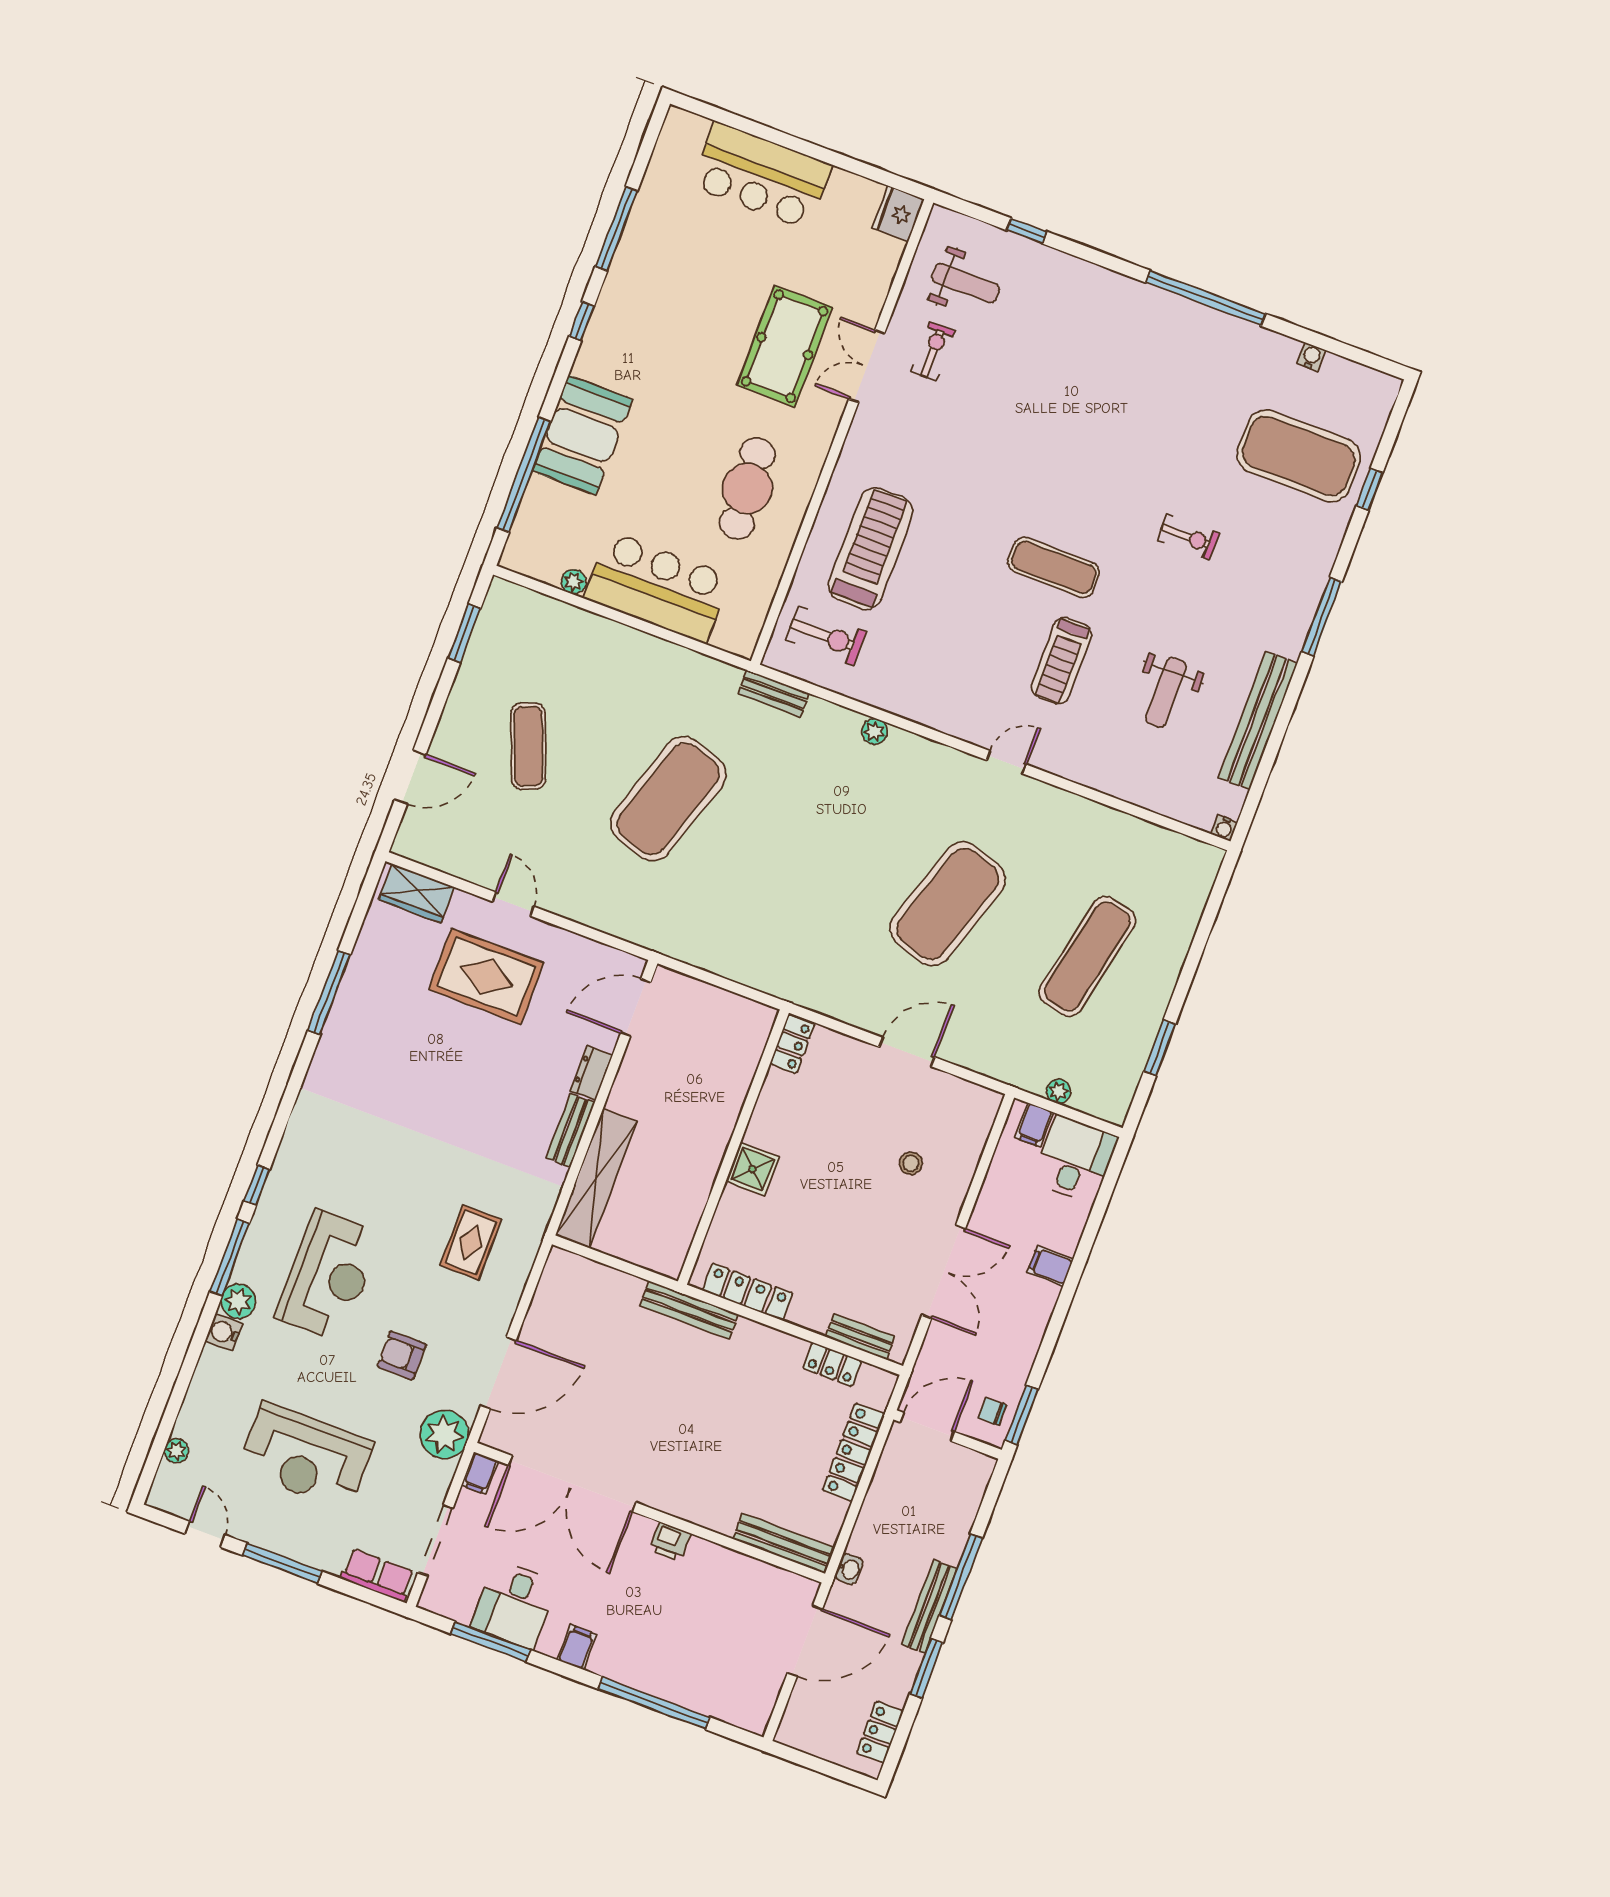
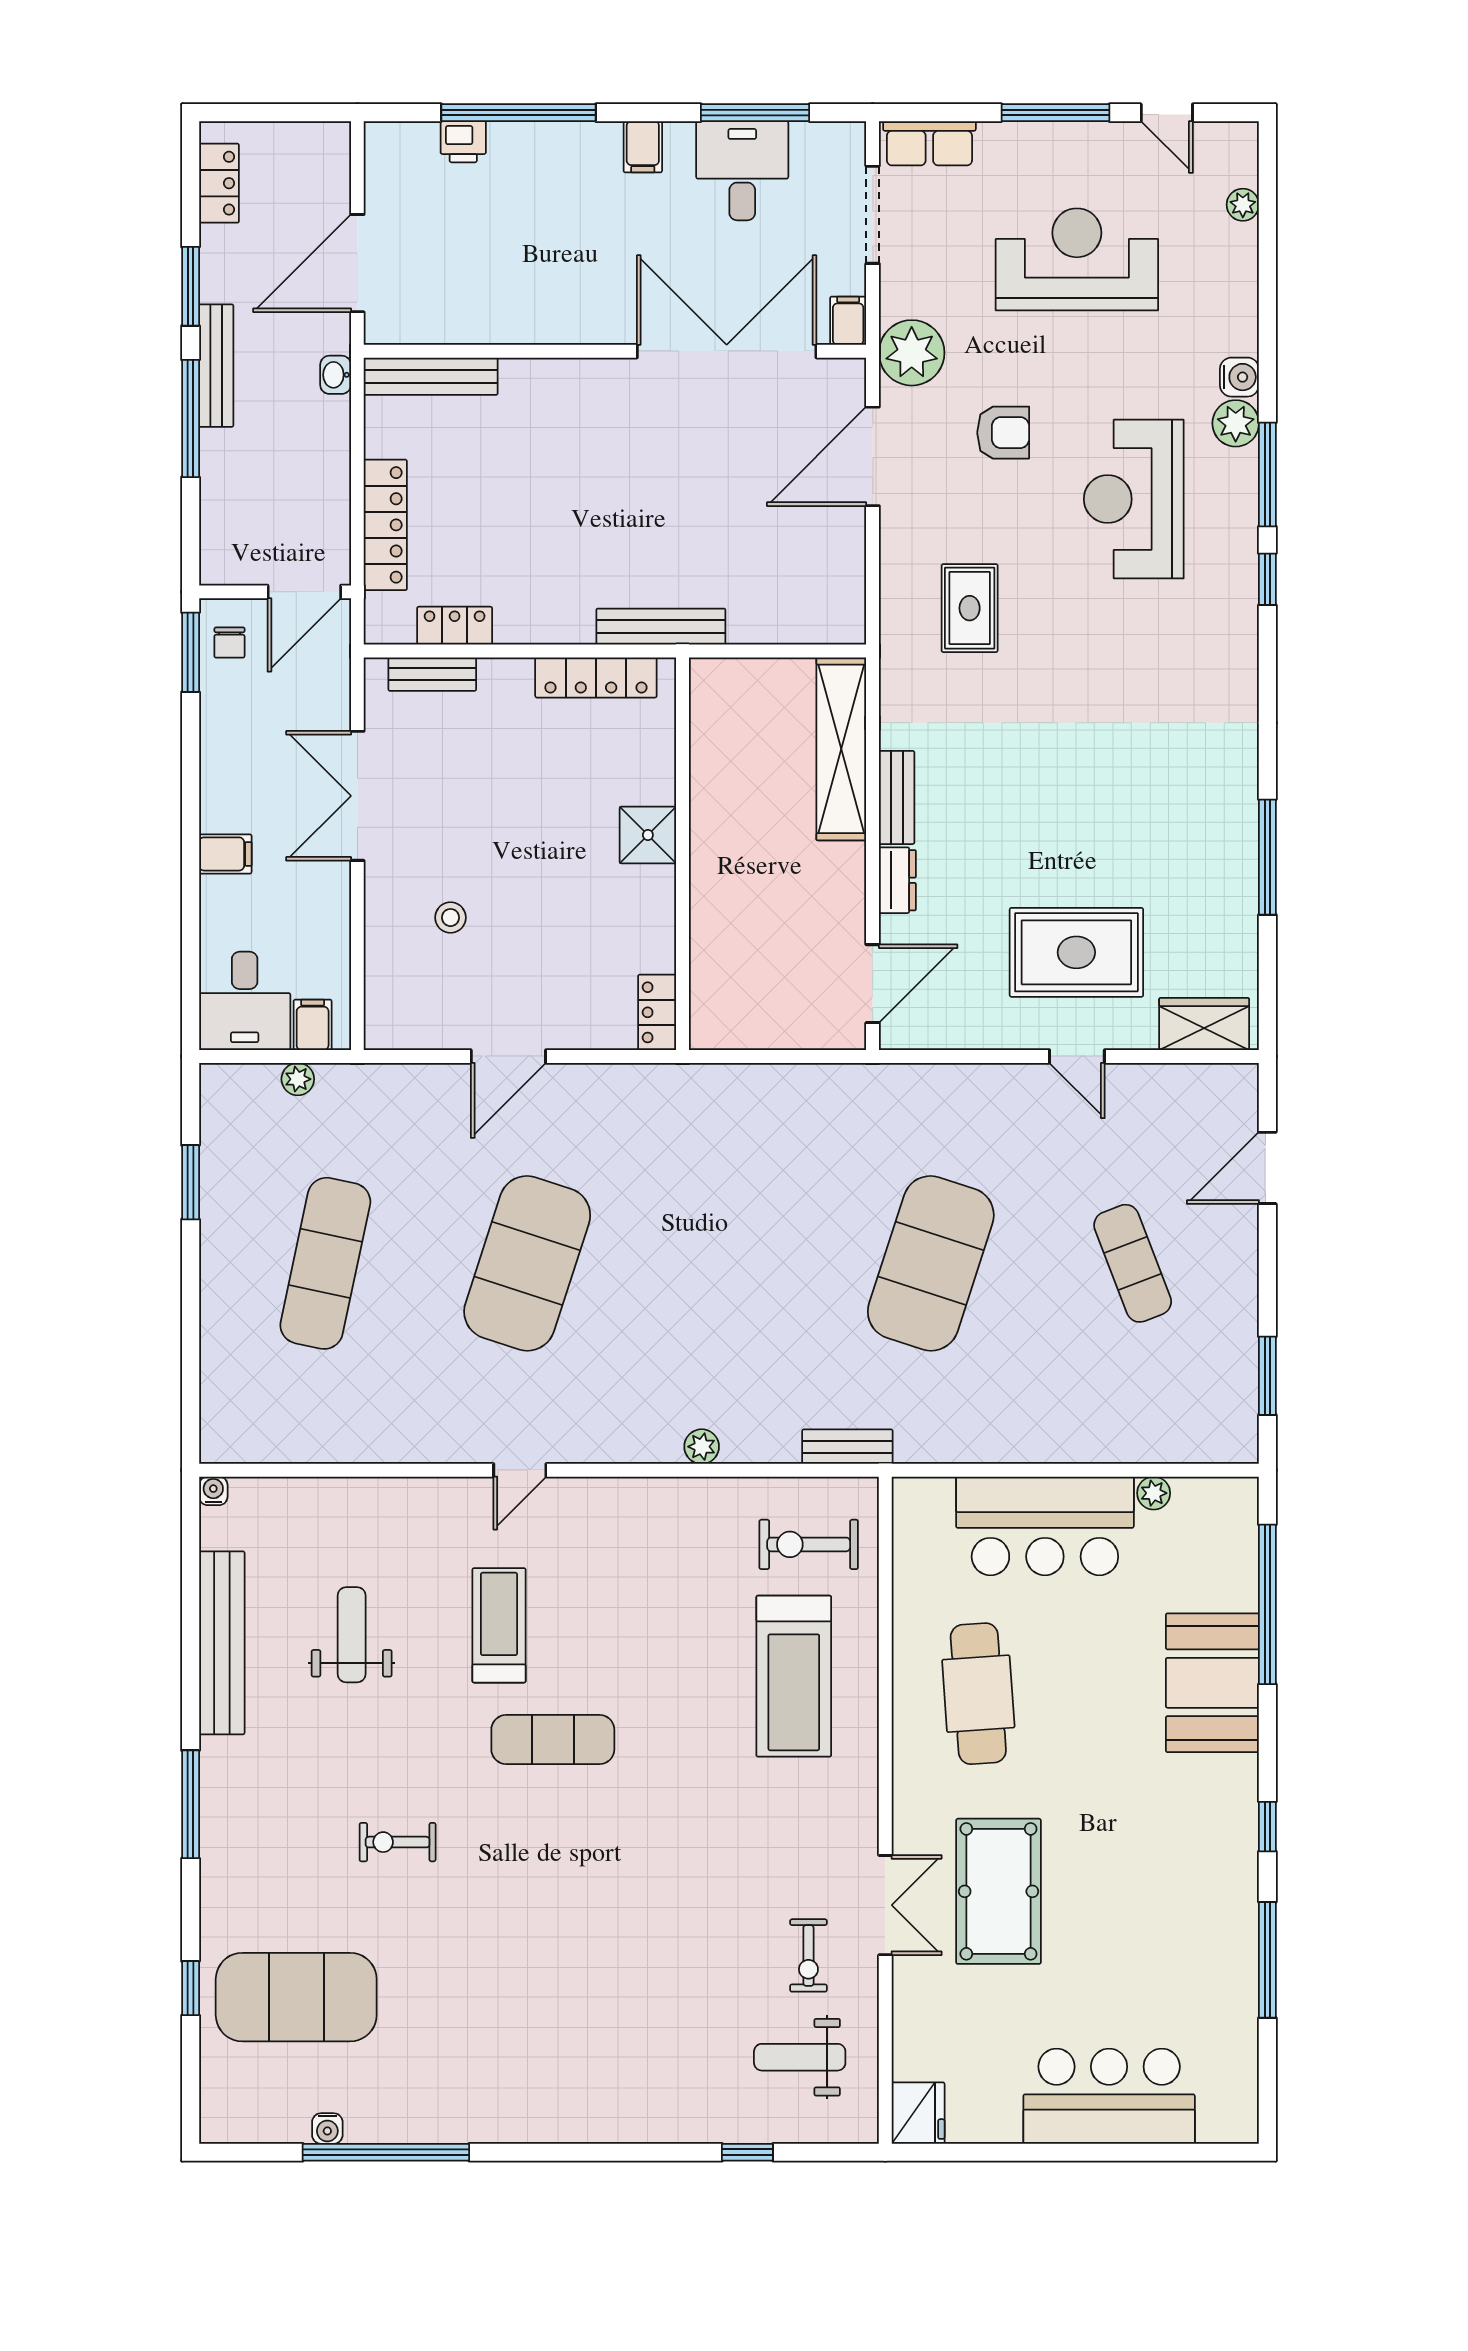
window: (1206, 298) -> (386, 2152), moved
chair: (992, 1411) -> (229, 643), turned 90
printer: (670, 1542) -> (463, 142), moved, turned 180

